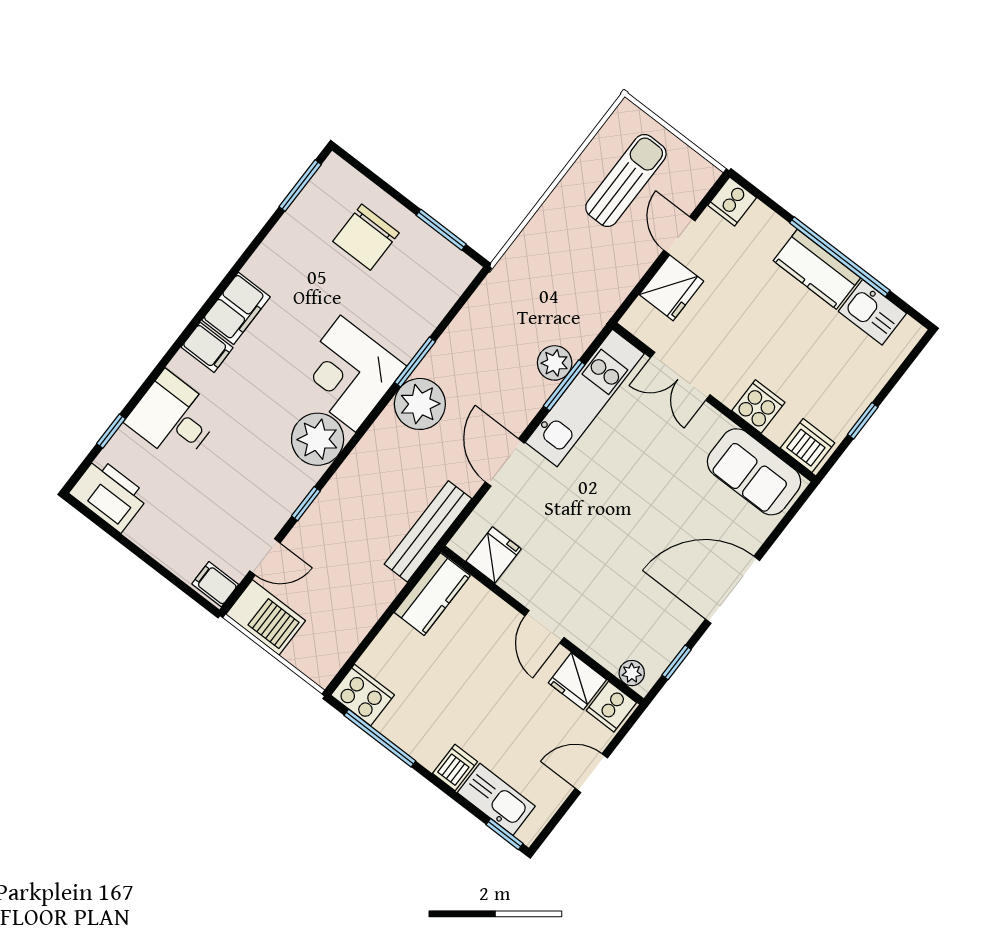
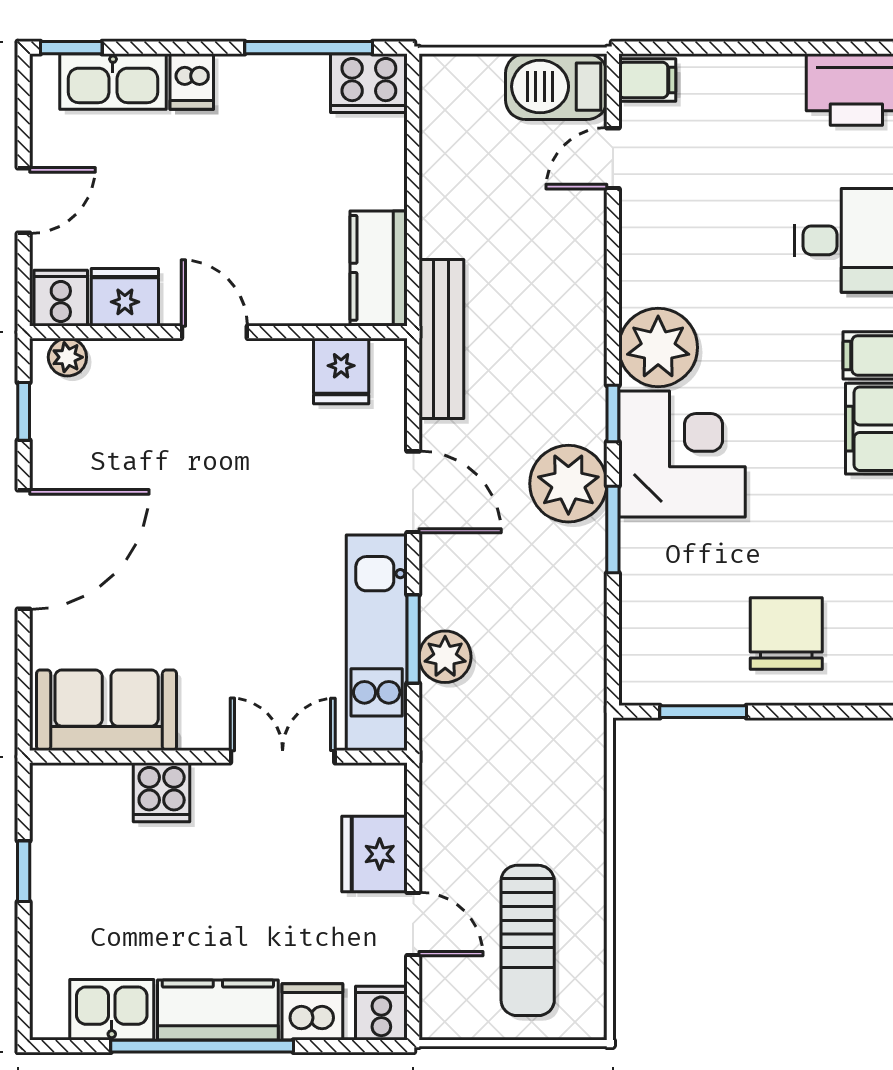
dishwasher: (808, 446) -> (312, 1012), moved, turned 180
window: (306, 504) -> (613, 414), moved

